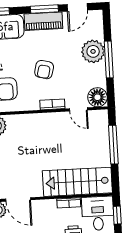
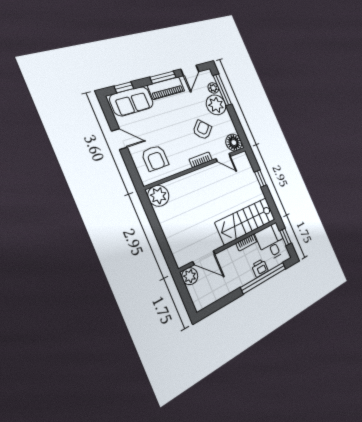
plant: (97, 32) -> (213, 88), added
window: (109, 59) -> (222, 90), moved
armchair: (44, 70) -> (202, 130), moved, turned -149
window: (113, 145) -> (260, 179), width x0.46

